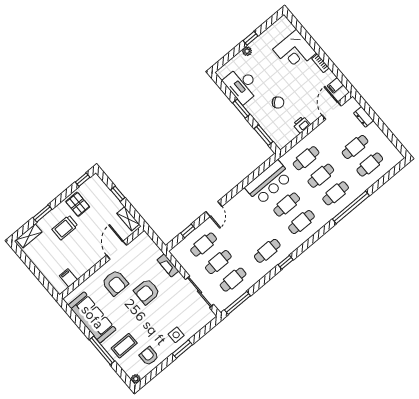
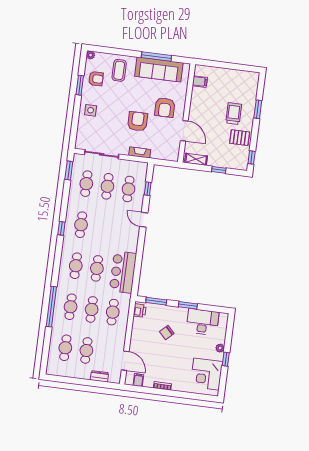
corner desk: (295, 51) -> (206, 374), moved, turned -90
printer: (302, 125) -> (140, 311), moved
shelving: (29, 236) -> (253, 86), removed
armchair: (115, 283) -> (165, 107), turned -90
window: (237, 303) -> (69, 170), width x0.69
window: (182, 349) -> (80, 85), moved
window: (102, 350) -> (156, 56), moved

